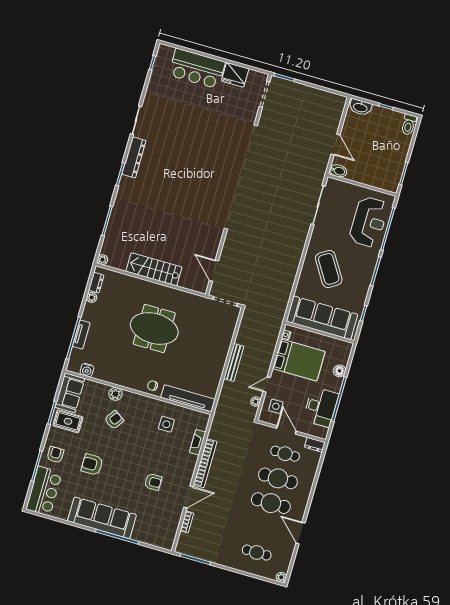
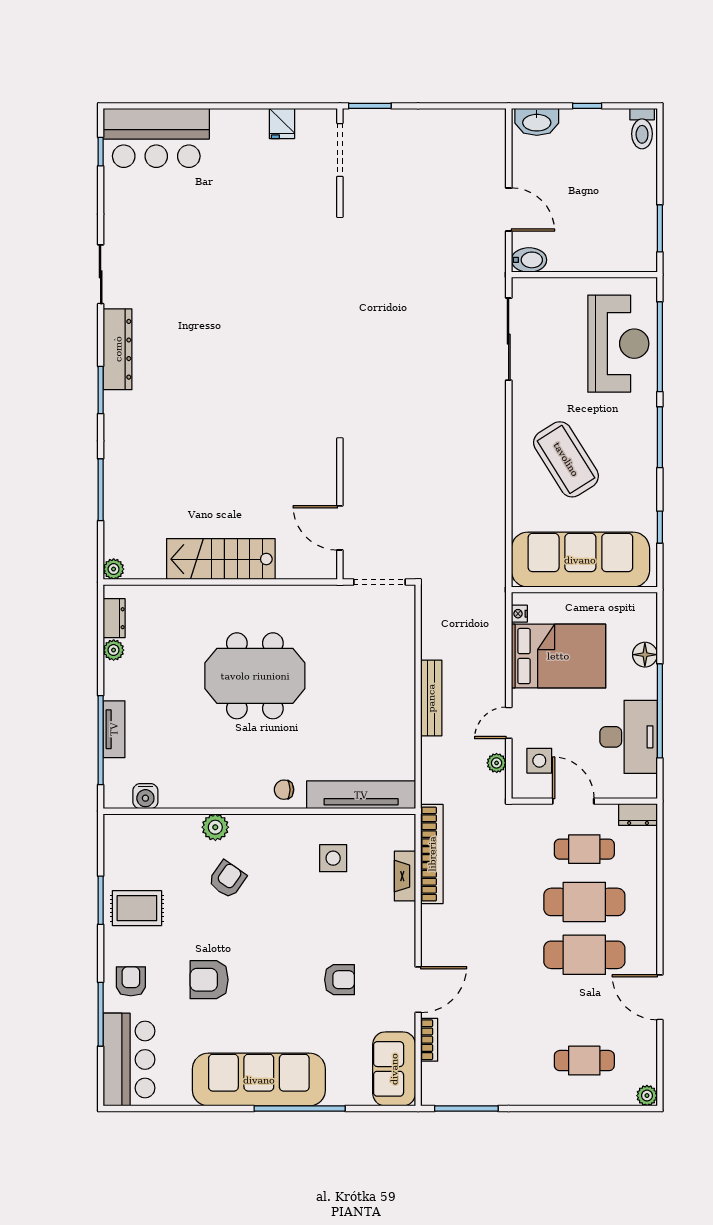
bar counter: (197, 69) -> (156, 138), moved
fridge: (235, 75) -> (282, 123), width x0.53, depth x0.75
sofa: (70, 393) -> (394, 1069), moved, turned 180
bookcase: (205, 463) -> (432, 854), moved

